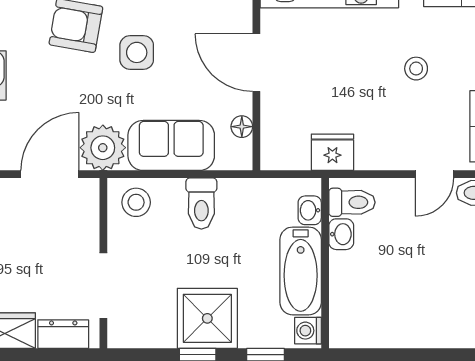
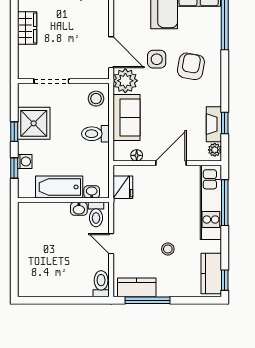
side table: (137, 52) -> (157, 59), moved
fridge: (332, 152) -> (123, 187), moved
door: (435, 174) -> (111, 244), moved
shower: (207, 318) -> (34, 123), moved
washing machine: (308, 331) -> (25, 161), moved, turned 90
dresser: (63, 334) -> (25, 59), removed

